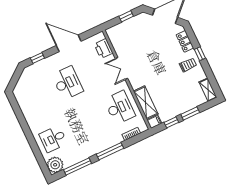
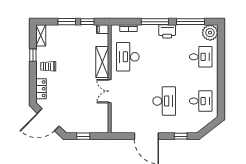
printer: (103, 49) -> (167, 31), moved, turned 90
window: (200, 54) -> (33, 55), moved
double door: (122, 69) -> (110, 91), swing flipped
desk: (67, 83) -> (164, 101), turned 180
desk: (34, 99) -> (201, 101), added
shelving: (146, 103) -> (102, 62), moved

